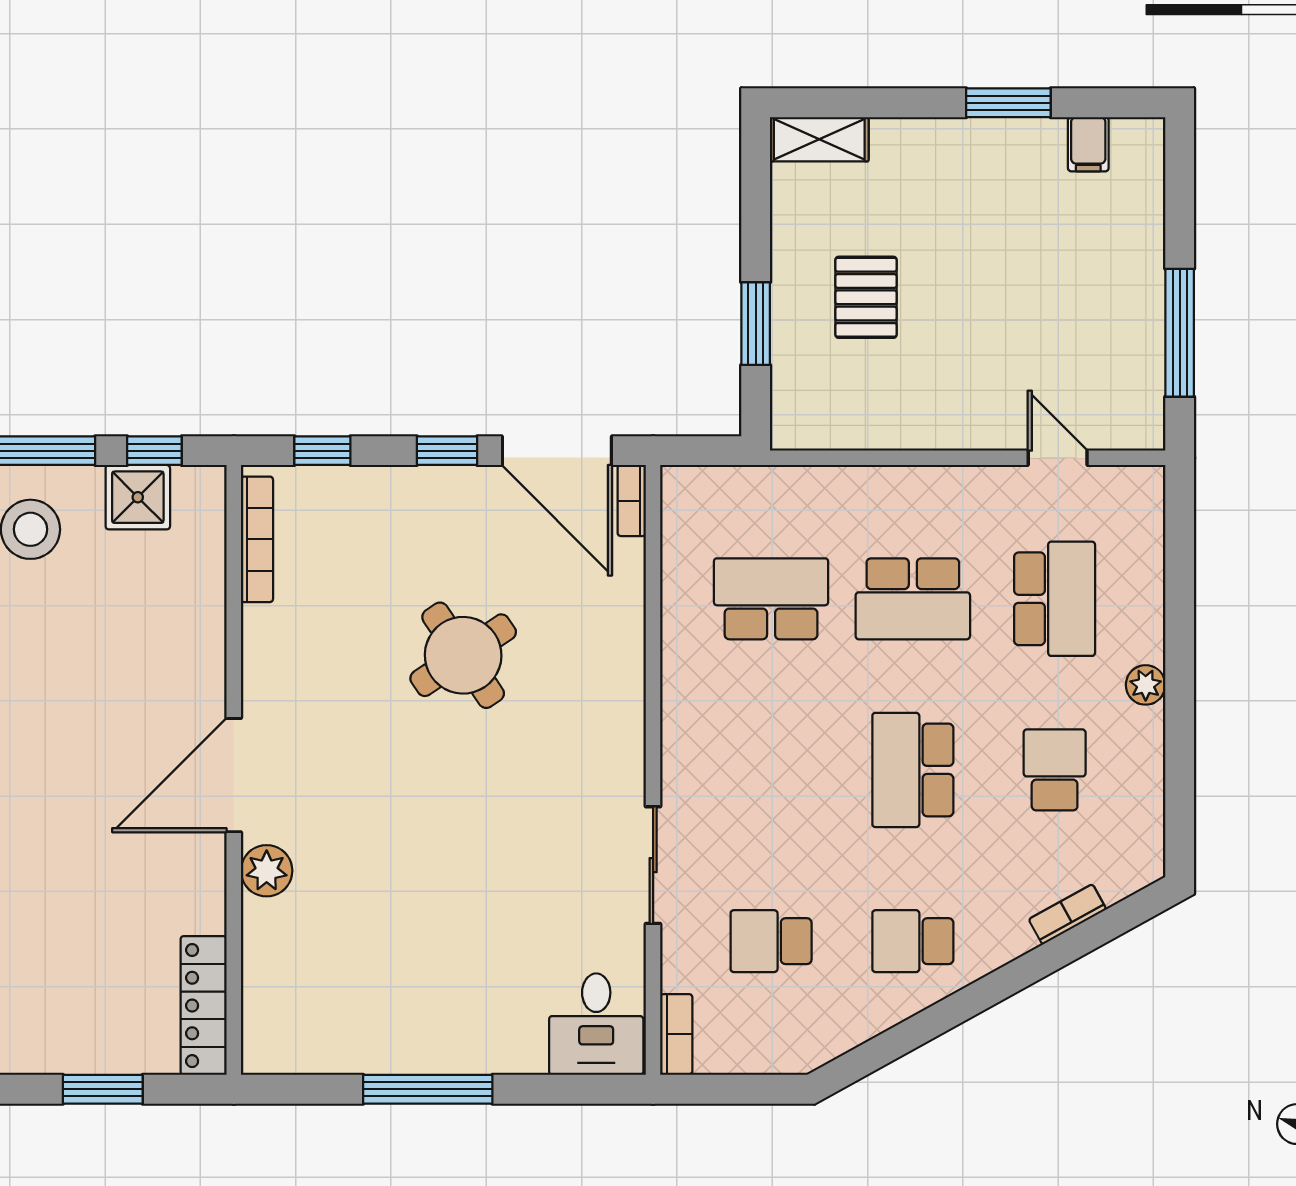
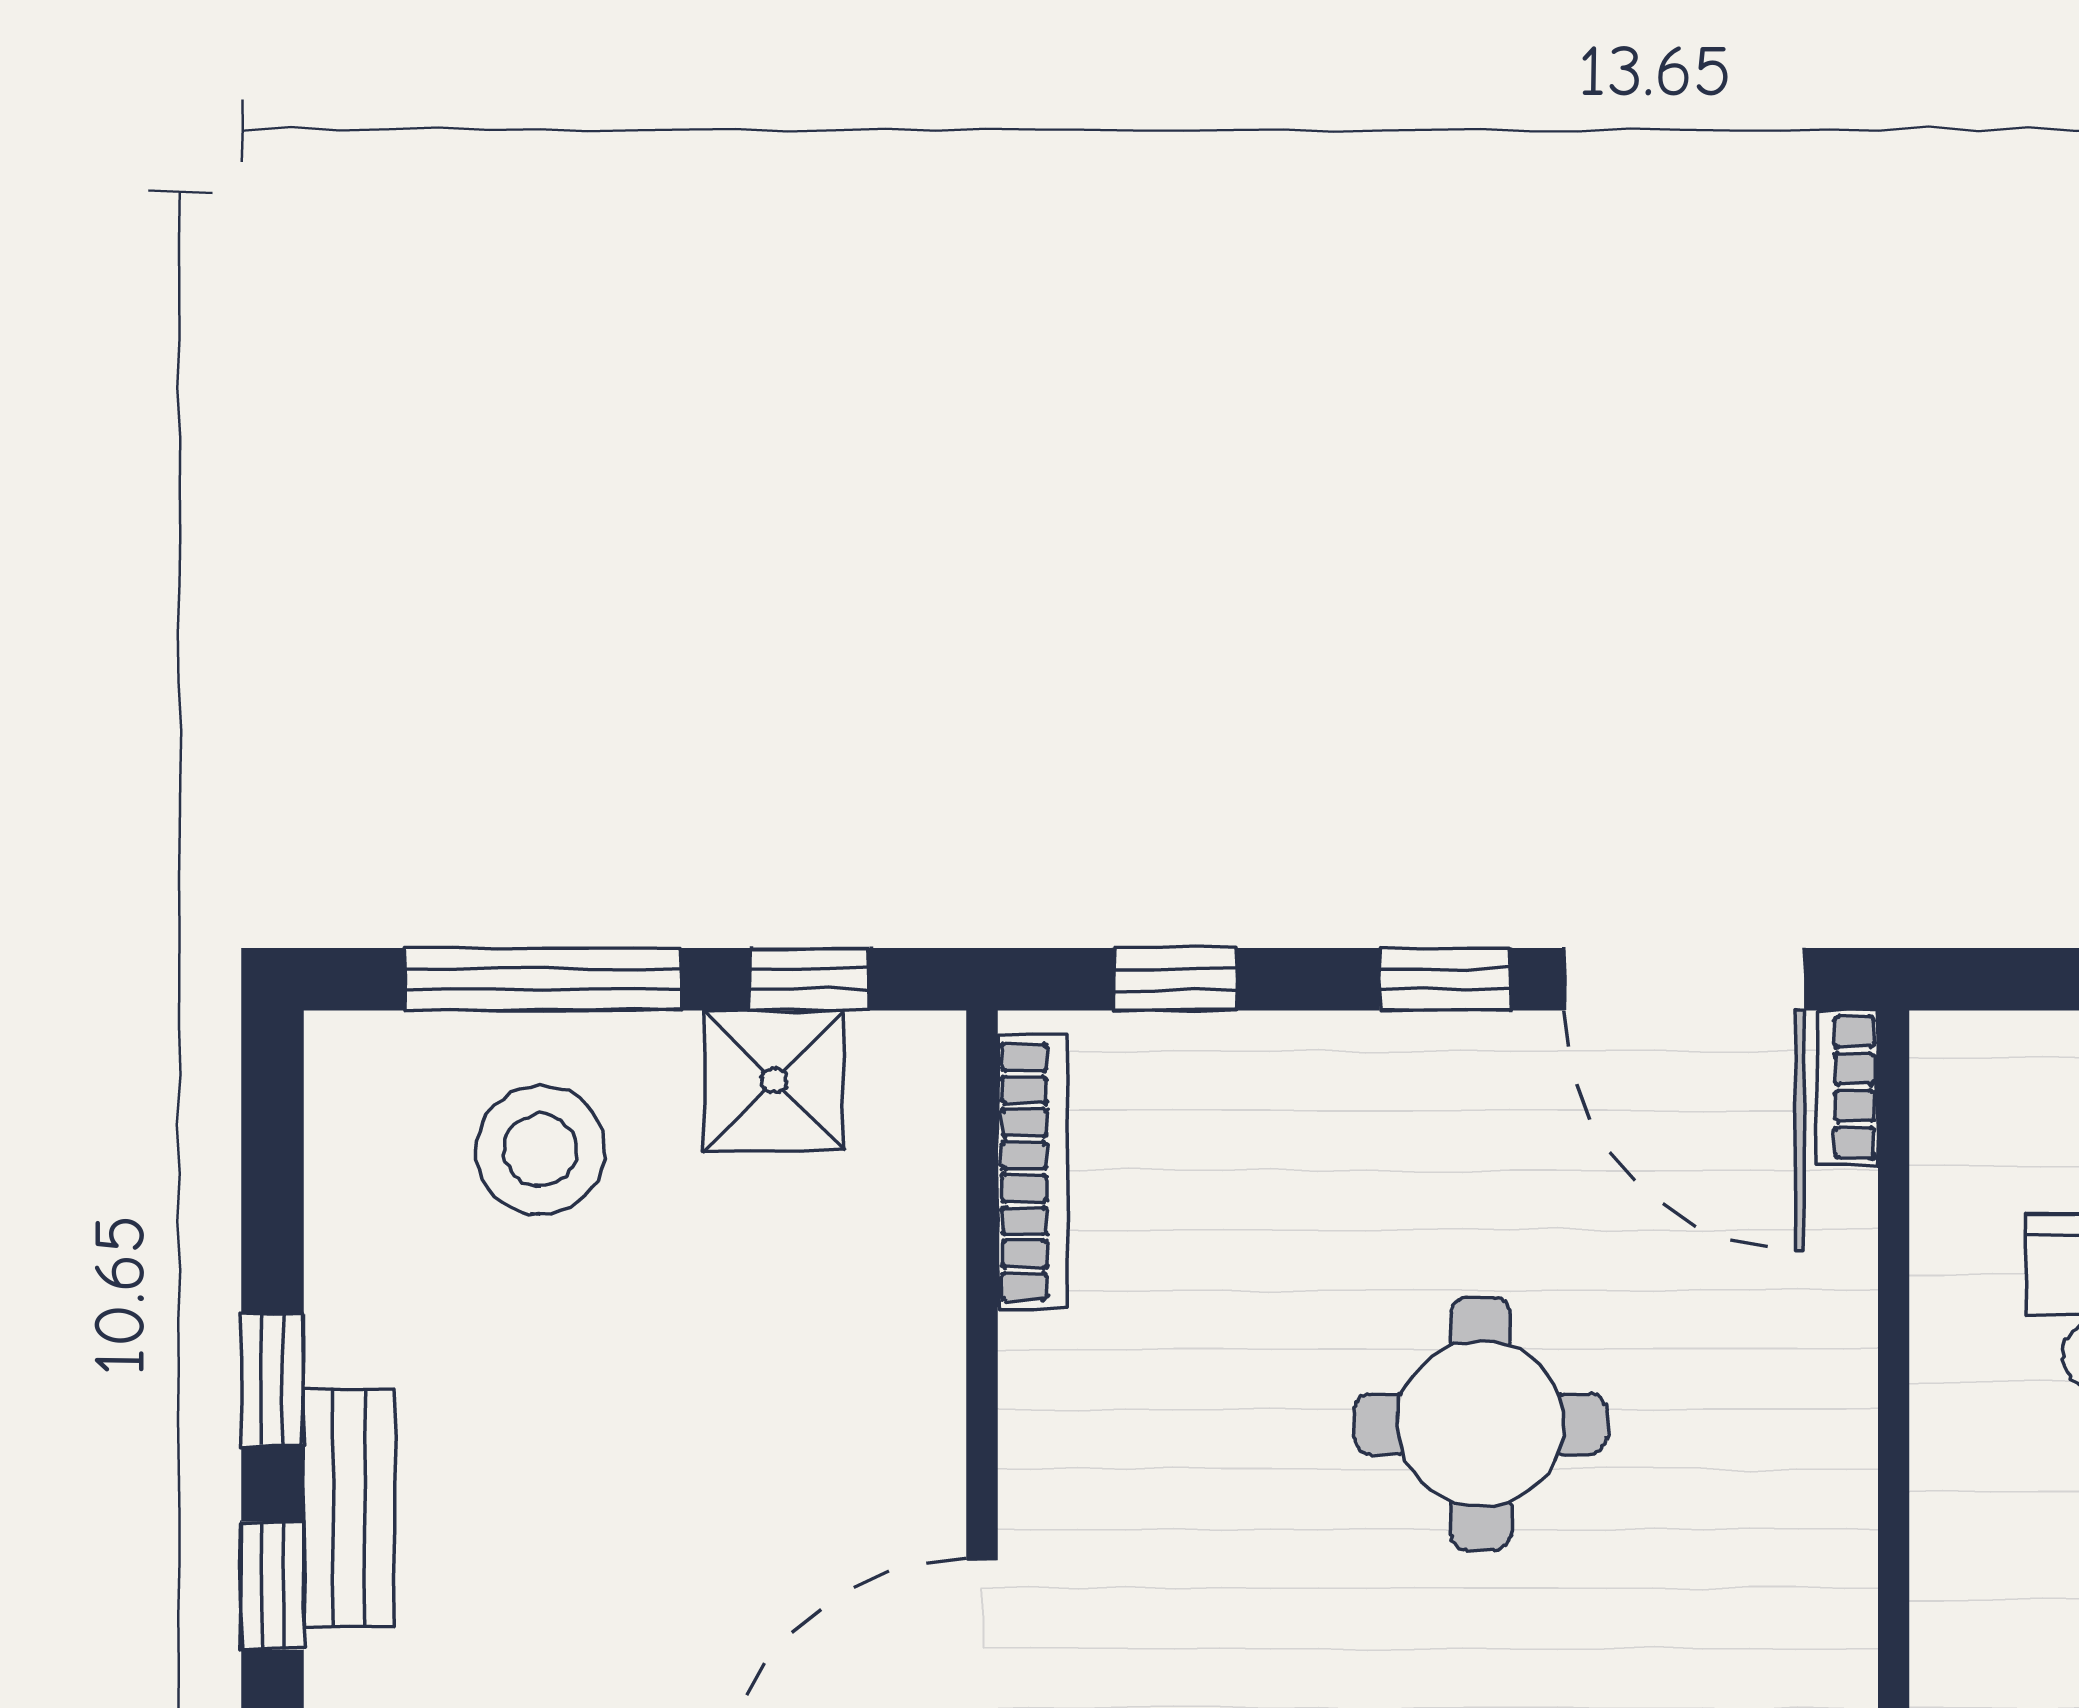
round table: (463, 655) -> (1481, 1424), turned 34

